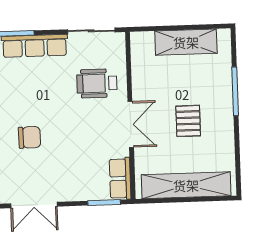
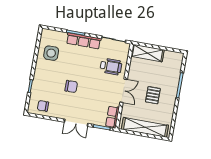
shelving: (186, 42) -> (147, 53), moved
wheelchair: (97, 83) -> (111, 66), turned 180
double door: (34, 205) -> (76, 123), moved

